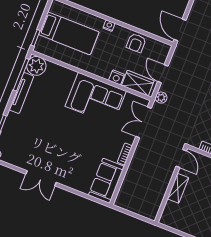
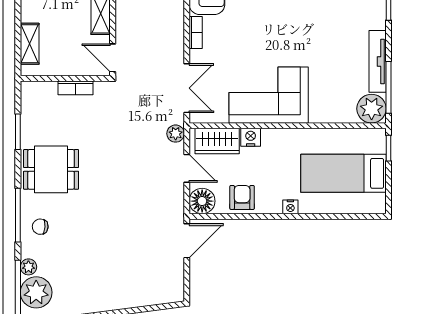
door: (180, 30) -> (187, 241), hinge flipped
floor lamp: (161, 50) -> (202, 201), added

